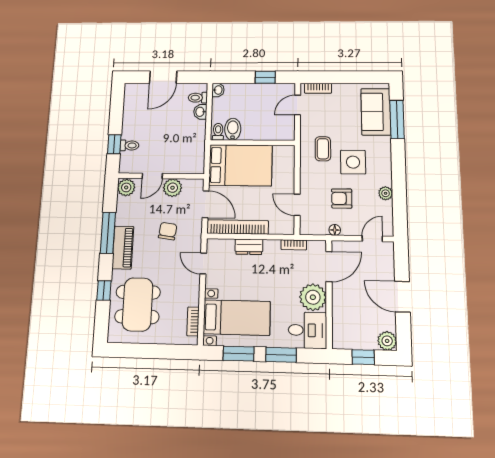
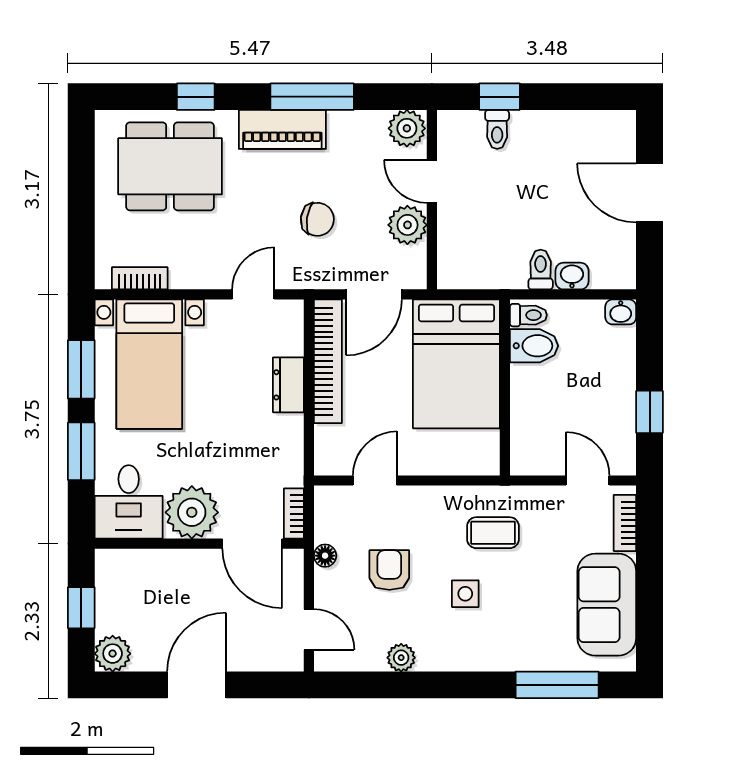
toilet: (198, 98) -> (541, 270), moved
sofa: (376, 112) -> (607, 605), moved, turned -90
side table: (353, 162) -> (465, 594), width x0.54, depth x0.54
bookcase: (294, 245) -> (294, 514), moved

